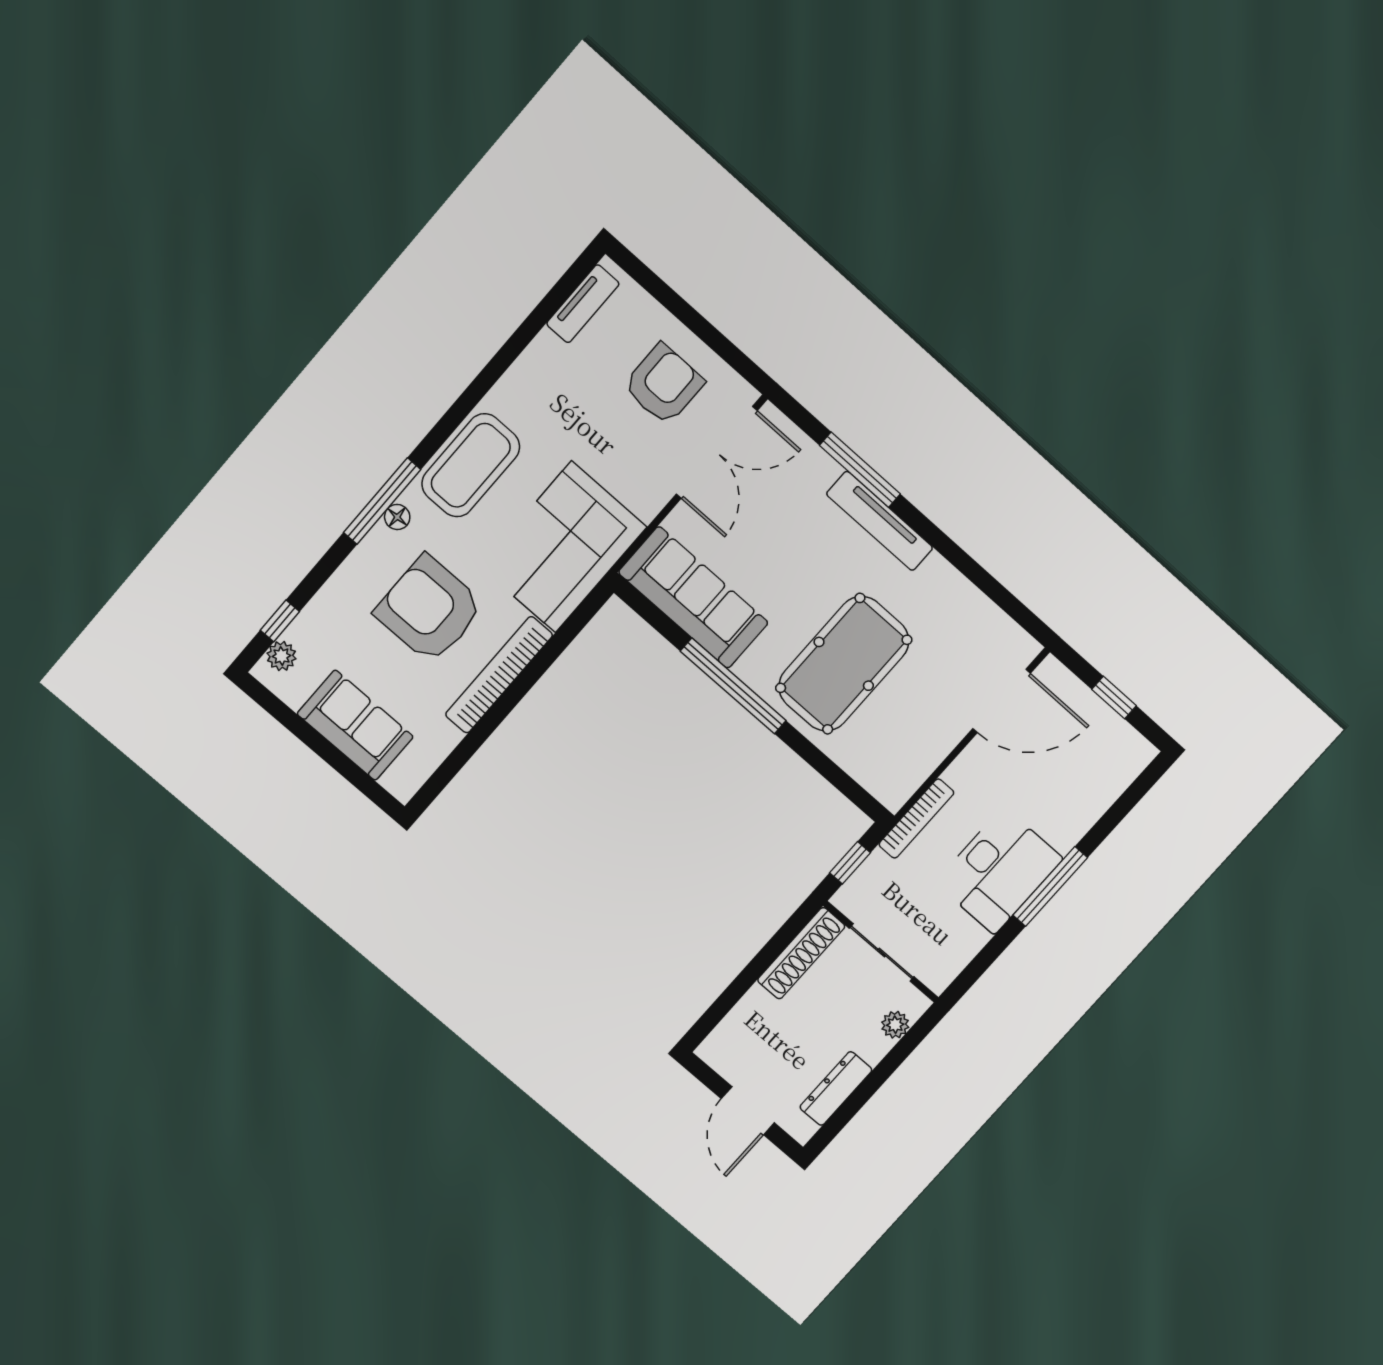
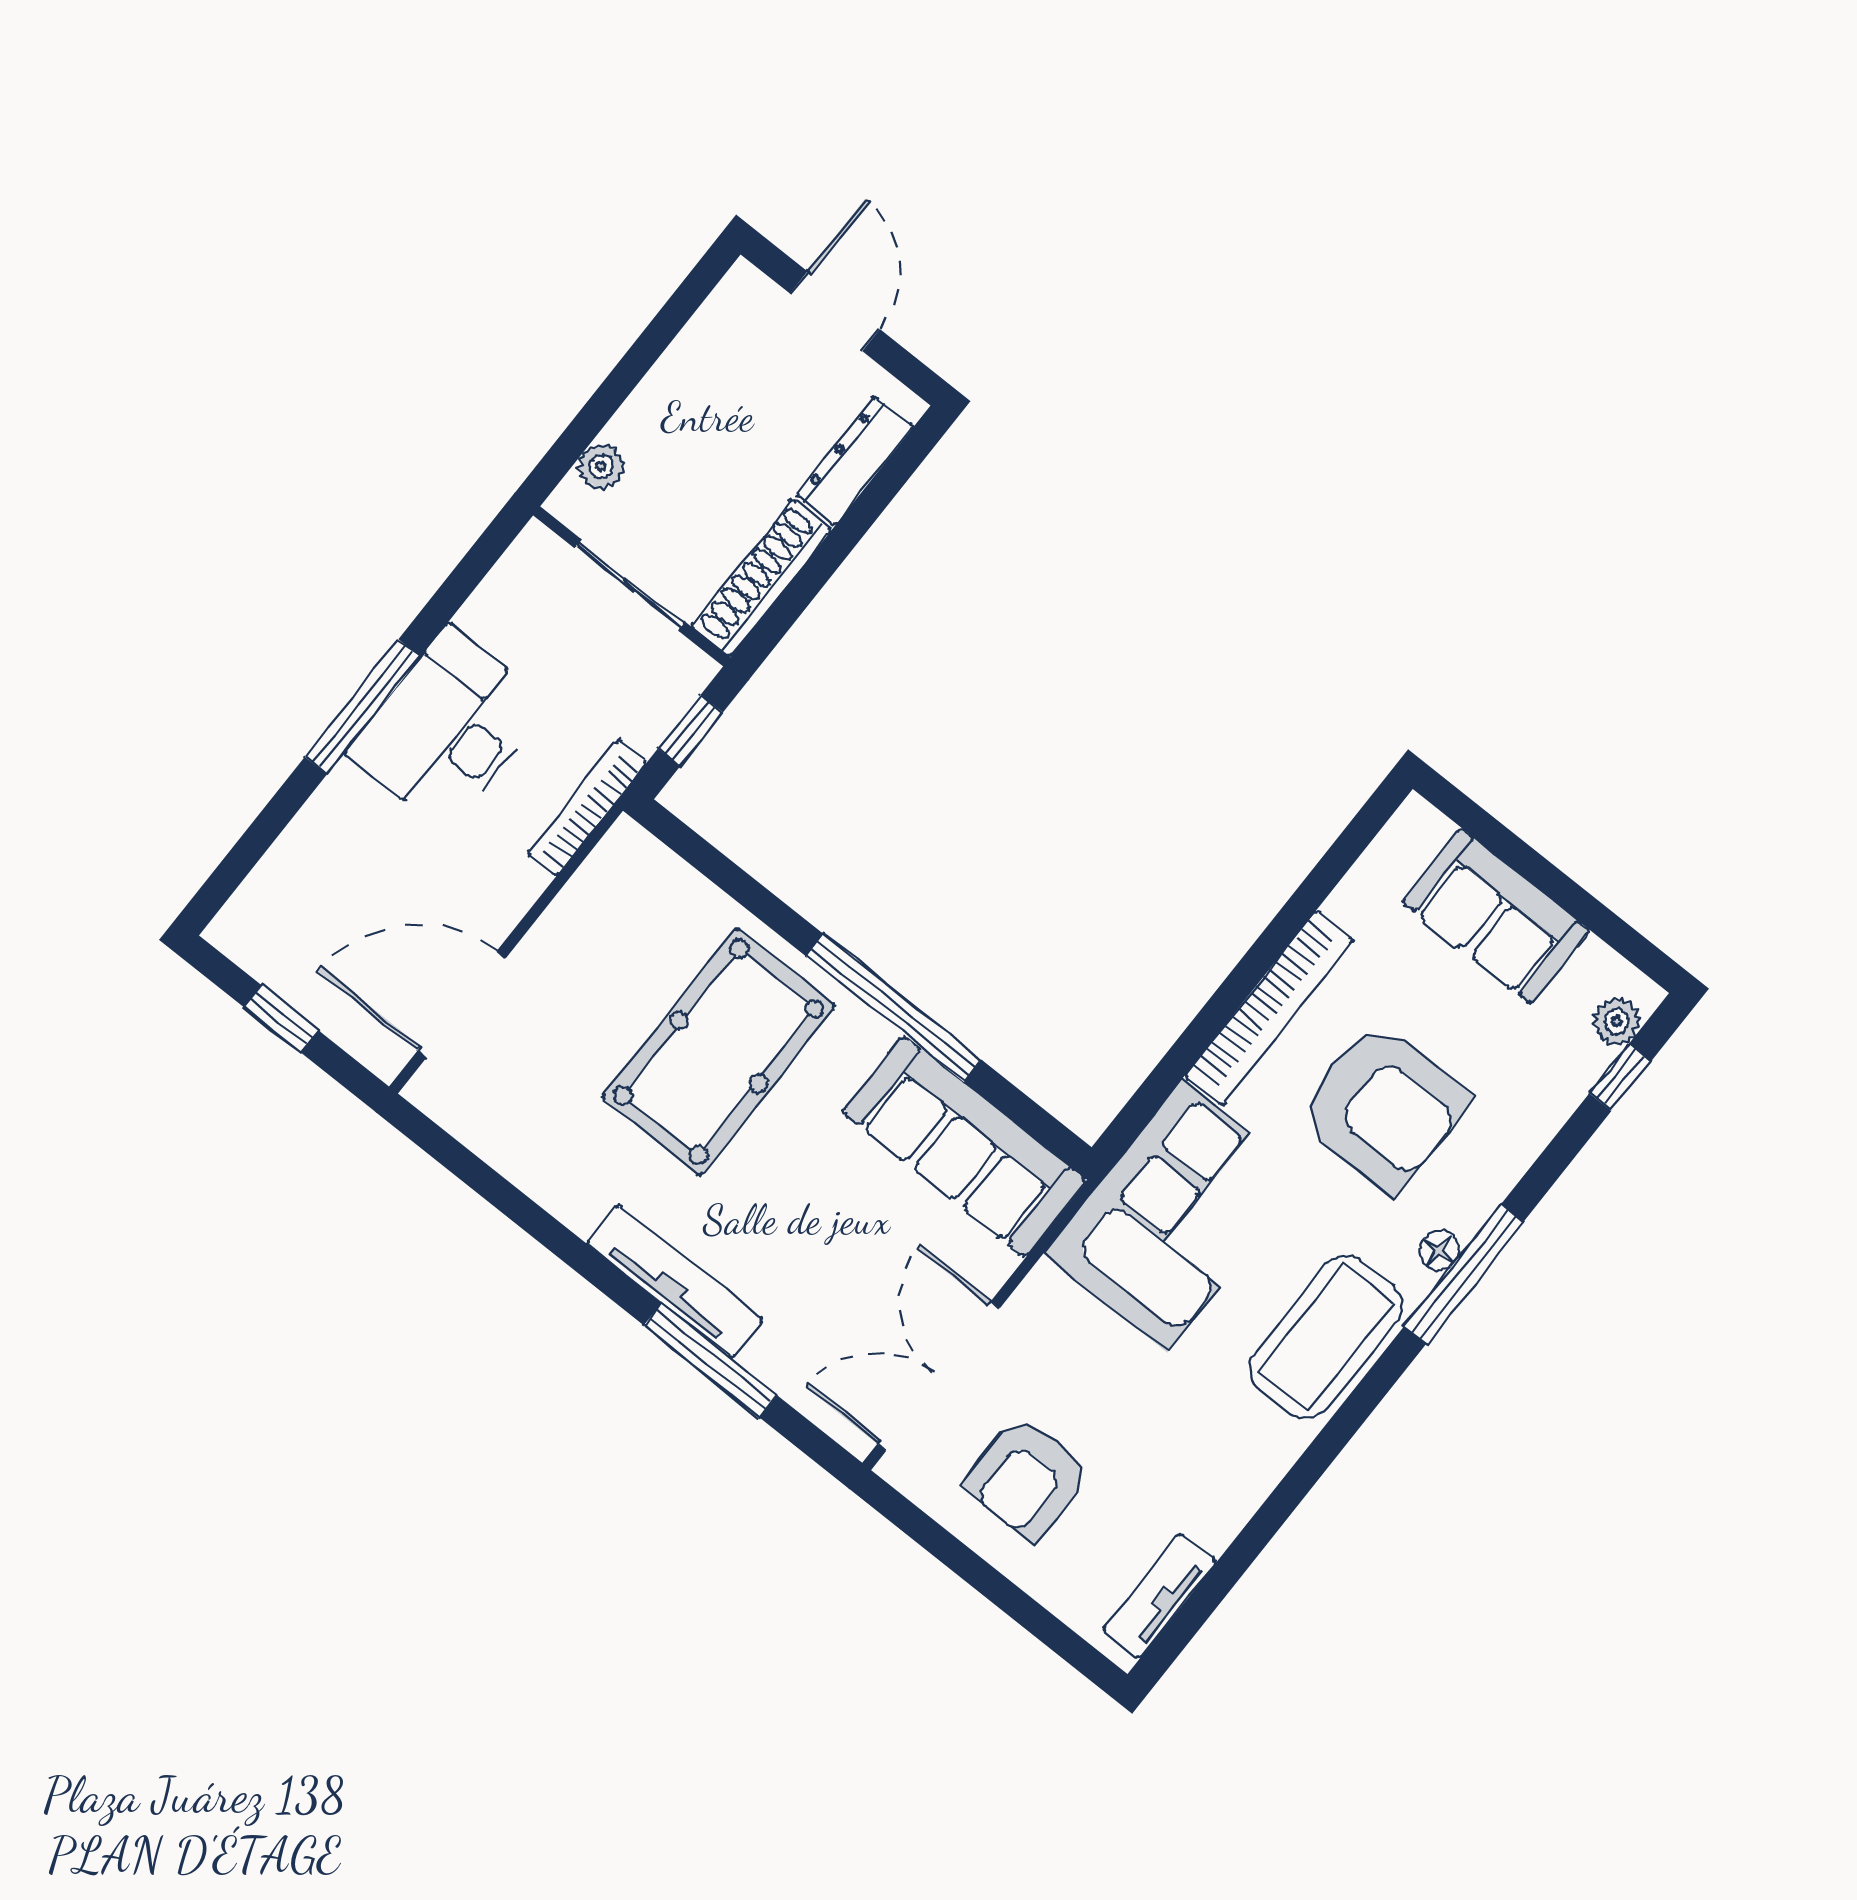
dresser: (836, 1089) -> (855, 461), moved, turned 180

